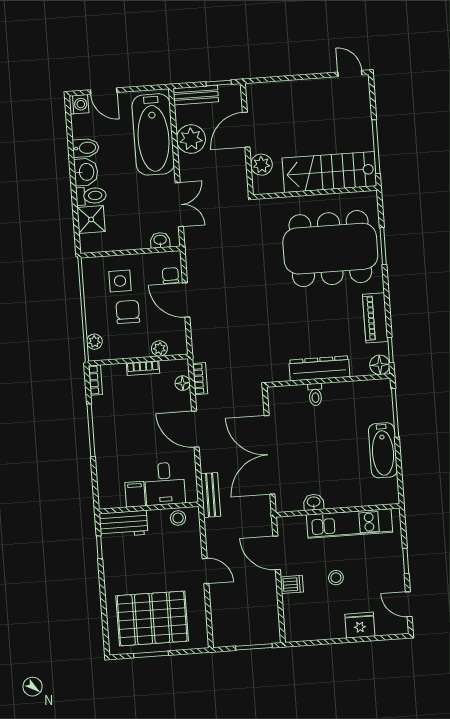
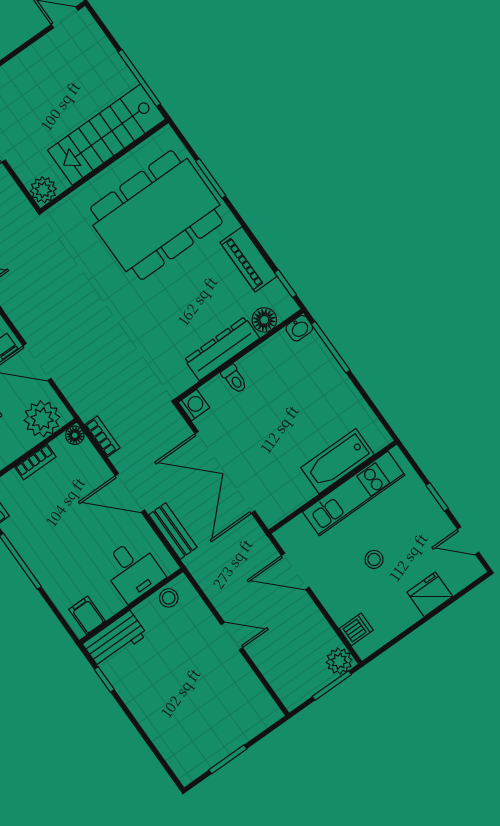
plant: (261, 165) -> (43, 190), moved
plant: (159, 349) -> (42, 419), width x1.87, depth x1.87
floor lamp: (380, 365) -> (264, 320), moved
floor lamp: (183, 383) -> (75, 435), moved
washing machine: (276, 395) -> (194, 405), added
bathtub: (383, 450) -> (337, 461), moved, turned 90
filing cabinet: (135, 494) -> (87, 615), moved
bench: (211, 495) -> (173, 531), moved
washbasin: (314, 502) -> (299, 328), moved, turned 180
dishwasher: (292, 584) -> (356, 629), moved
pallet: (152, 618) -> (206, 721), removed
plant: (269, 633) -> (339, 661), added

